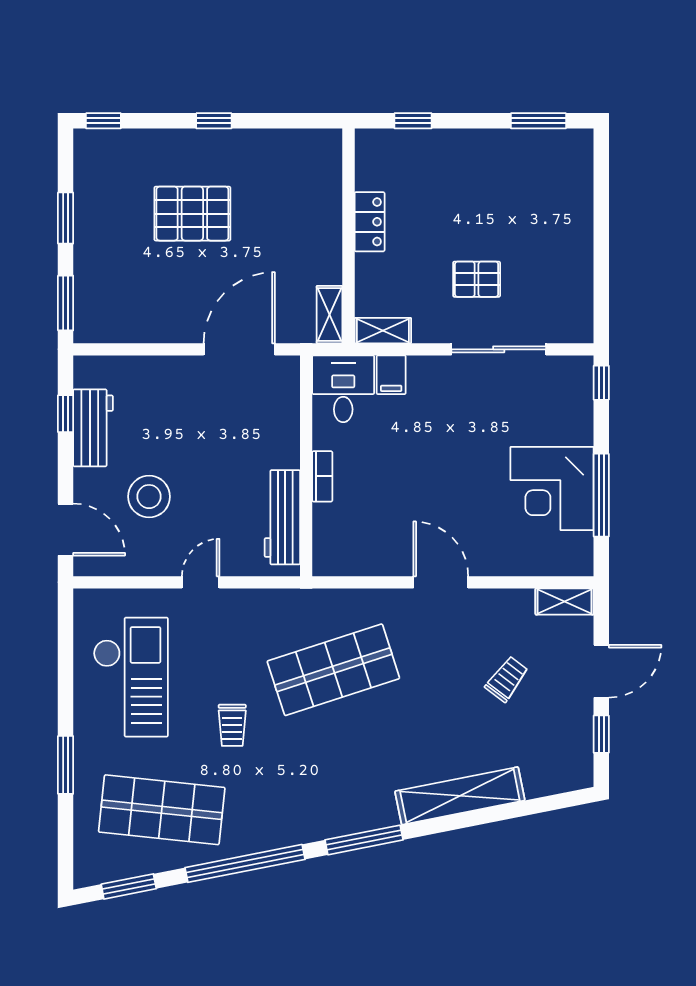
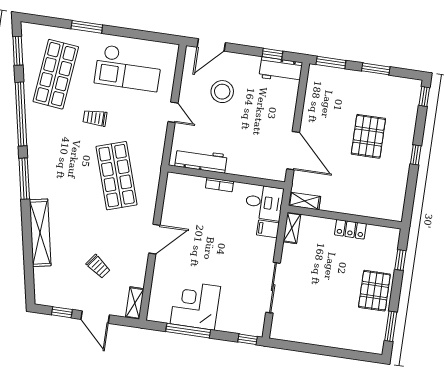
pallet: (477, 279) -> (374, 291), moved, width x1.50, depth x1.42
workbench: (93, 428) -> (281, 70), moved

